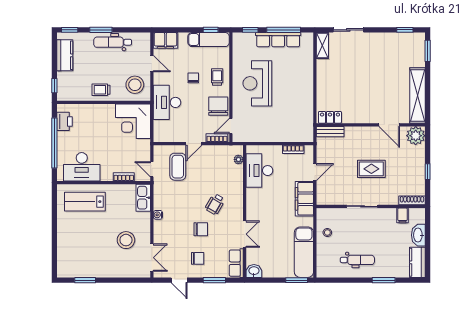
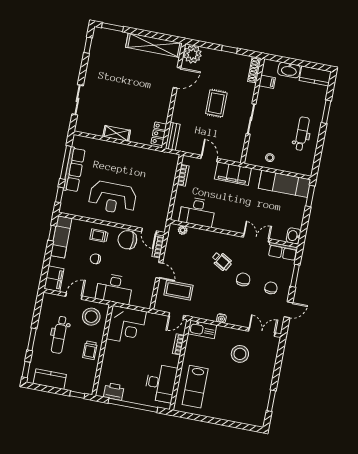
dental chair: (113, 42) -> (59, 335), moved
shelving: (322, 45) -> (117, 133), moved

